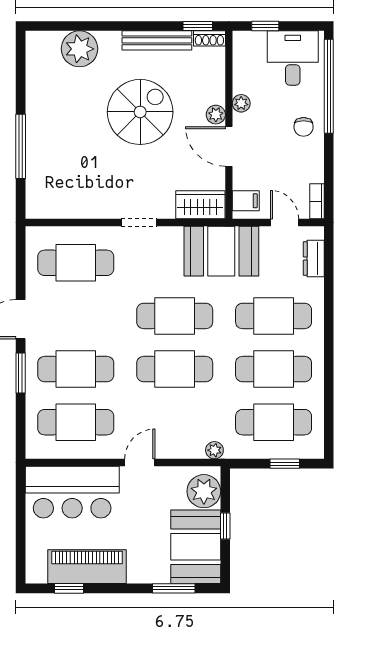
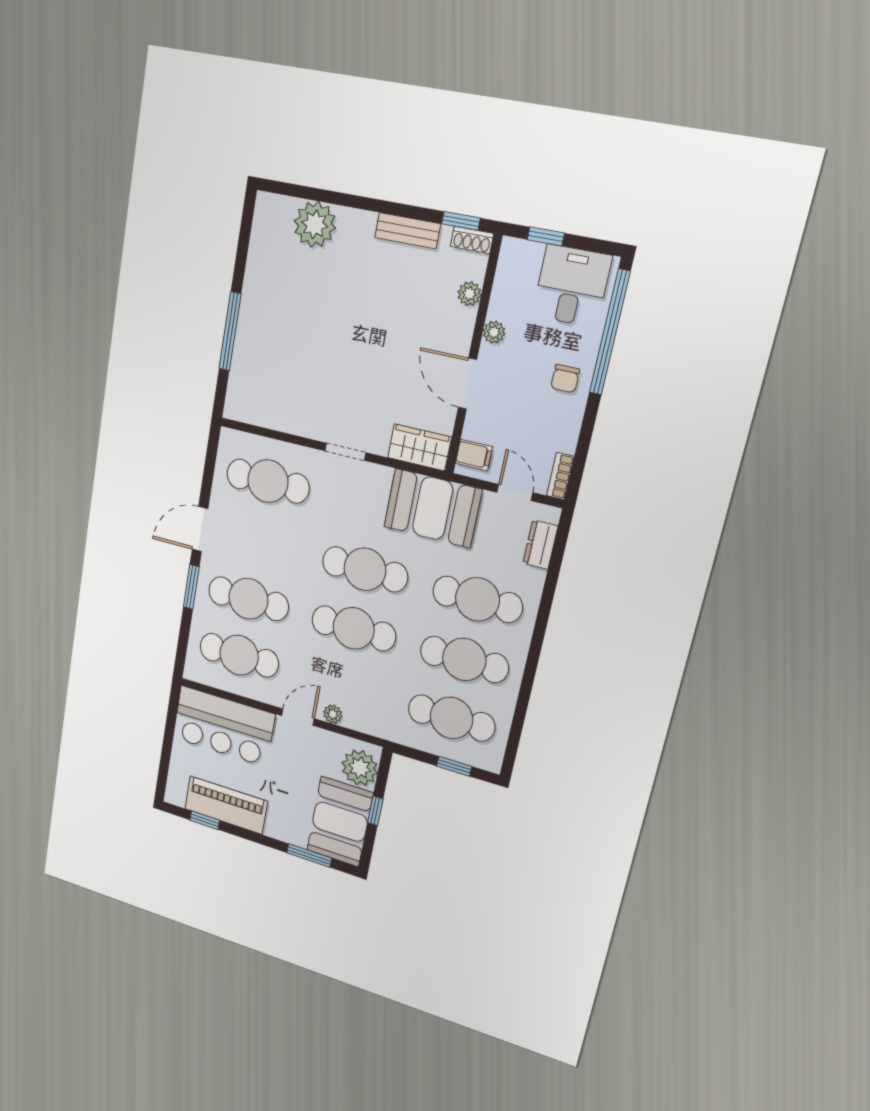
bench: (157, 40) -> (408, 231), width x0.73
spiral stairs: (140, 112) -> (371, 318), removed
plant: (216, 115) -> (469, 294), moved
plant: (214, 450) -> (333, 714), moved

